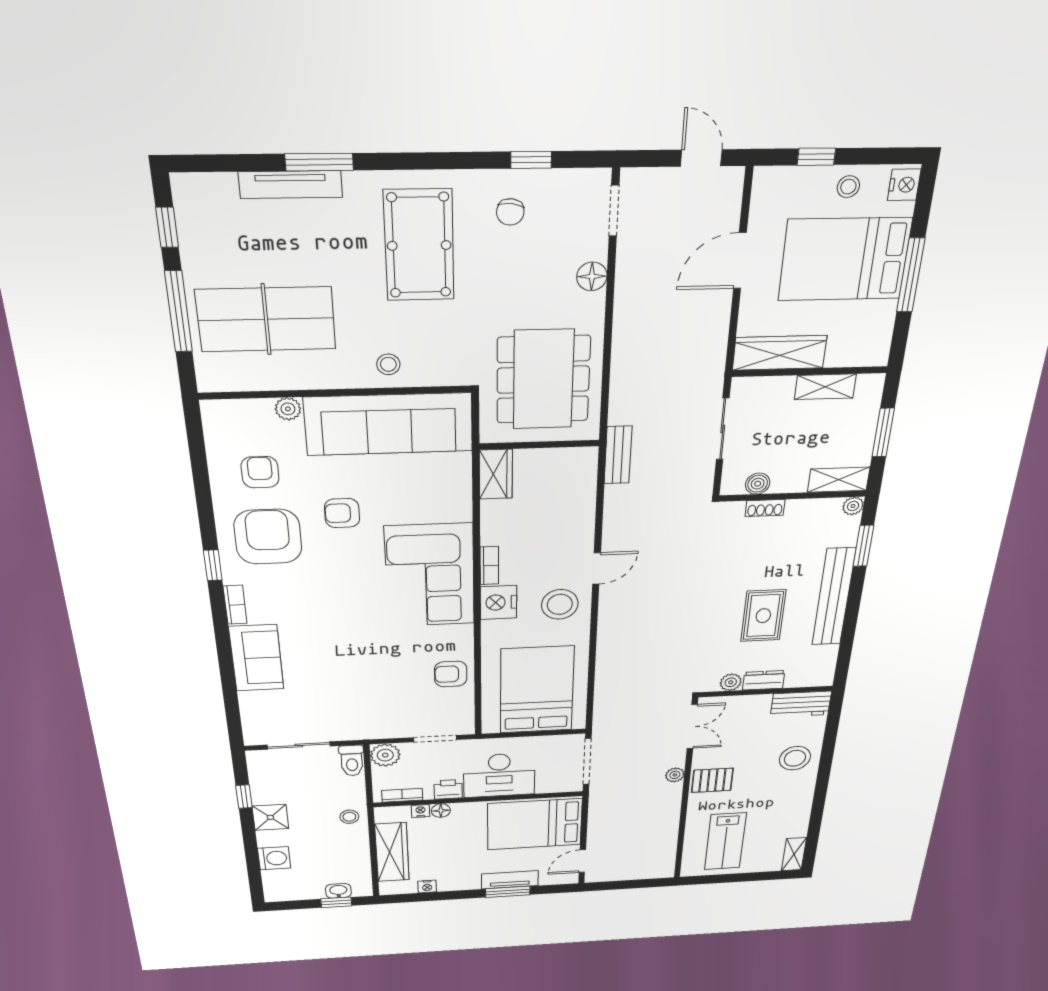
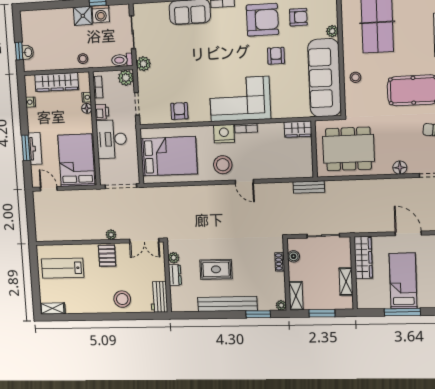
bed: (845, 259) -> (403, 281), width x0.67
plant: (359, 729) -> (143, 64), added
washing machine: (274, 858) -> (101, 14), moved

